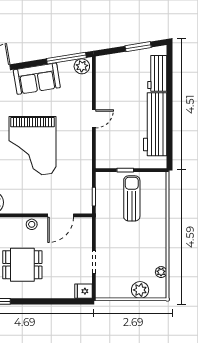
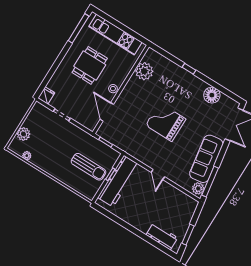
sofa: (37, 79) -> (206, 159), width x1.36
workbench: (155, 124) -> (118, 181), moved, turned 90
grand piano: (33, 146) -> (166, 122), width x0.73, depth x0.68

